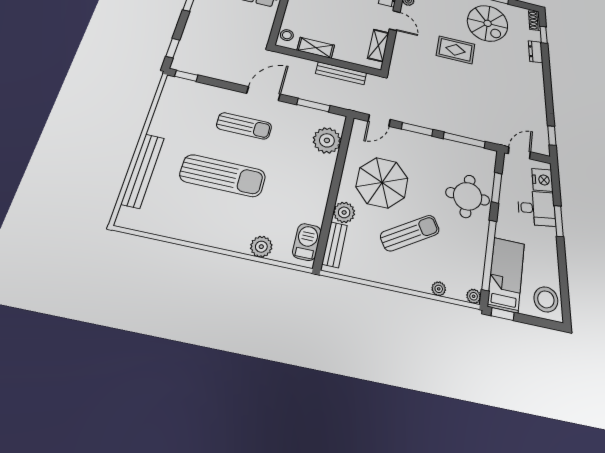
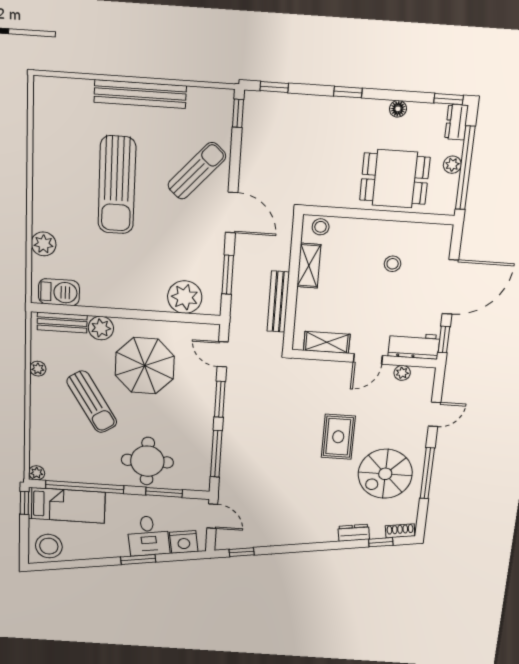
sun lounger: (244, 126) -> (197, 171), moved, turned -138
bench: (143, 171) -> (140, 94), moved
plant: (439, 289) -> (38, 369), moved

